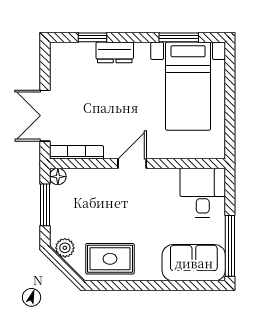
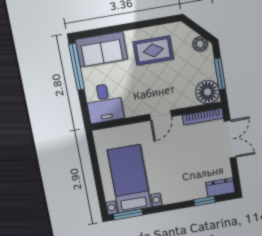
window: (179, 37) -> (128, 214), moved
dresser: (115, 52) -> (220, 187), moved
floor lamp: (58, 177) -> (207, 92), width x1.89, depth x1.89
rug: (110, 259) -> (153, 50), moved

